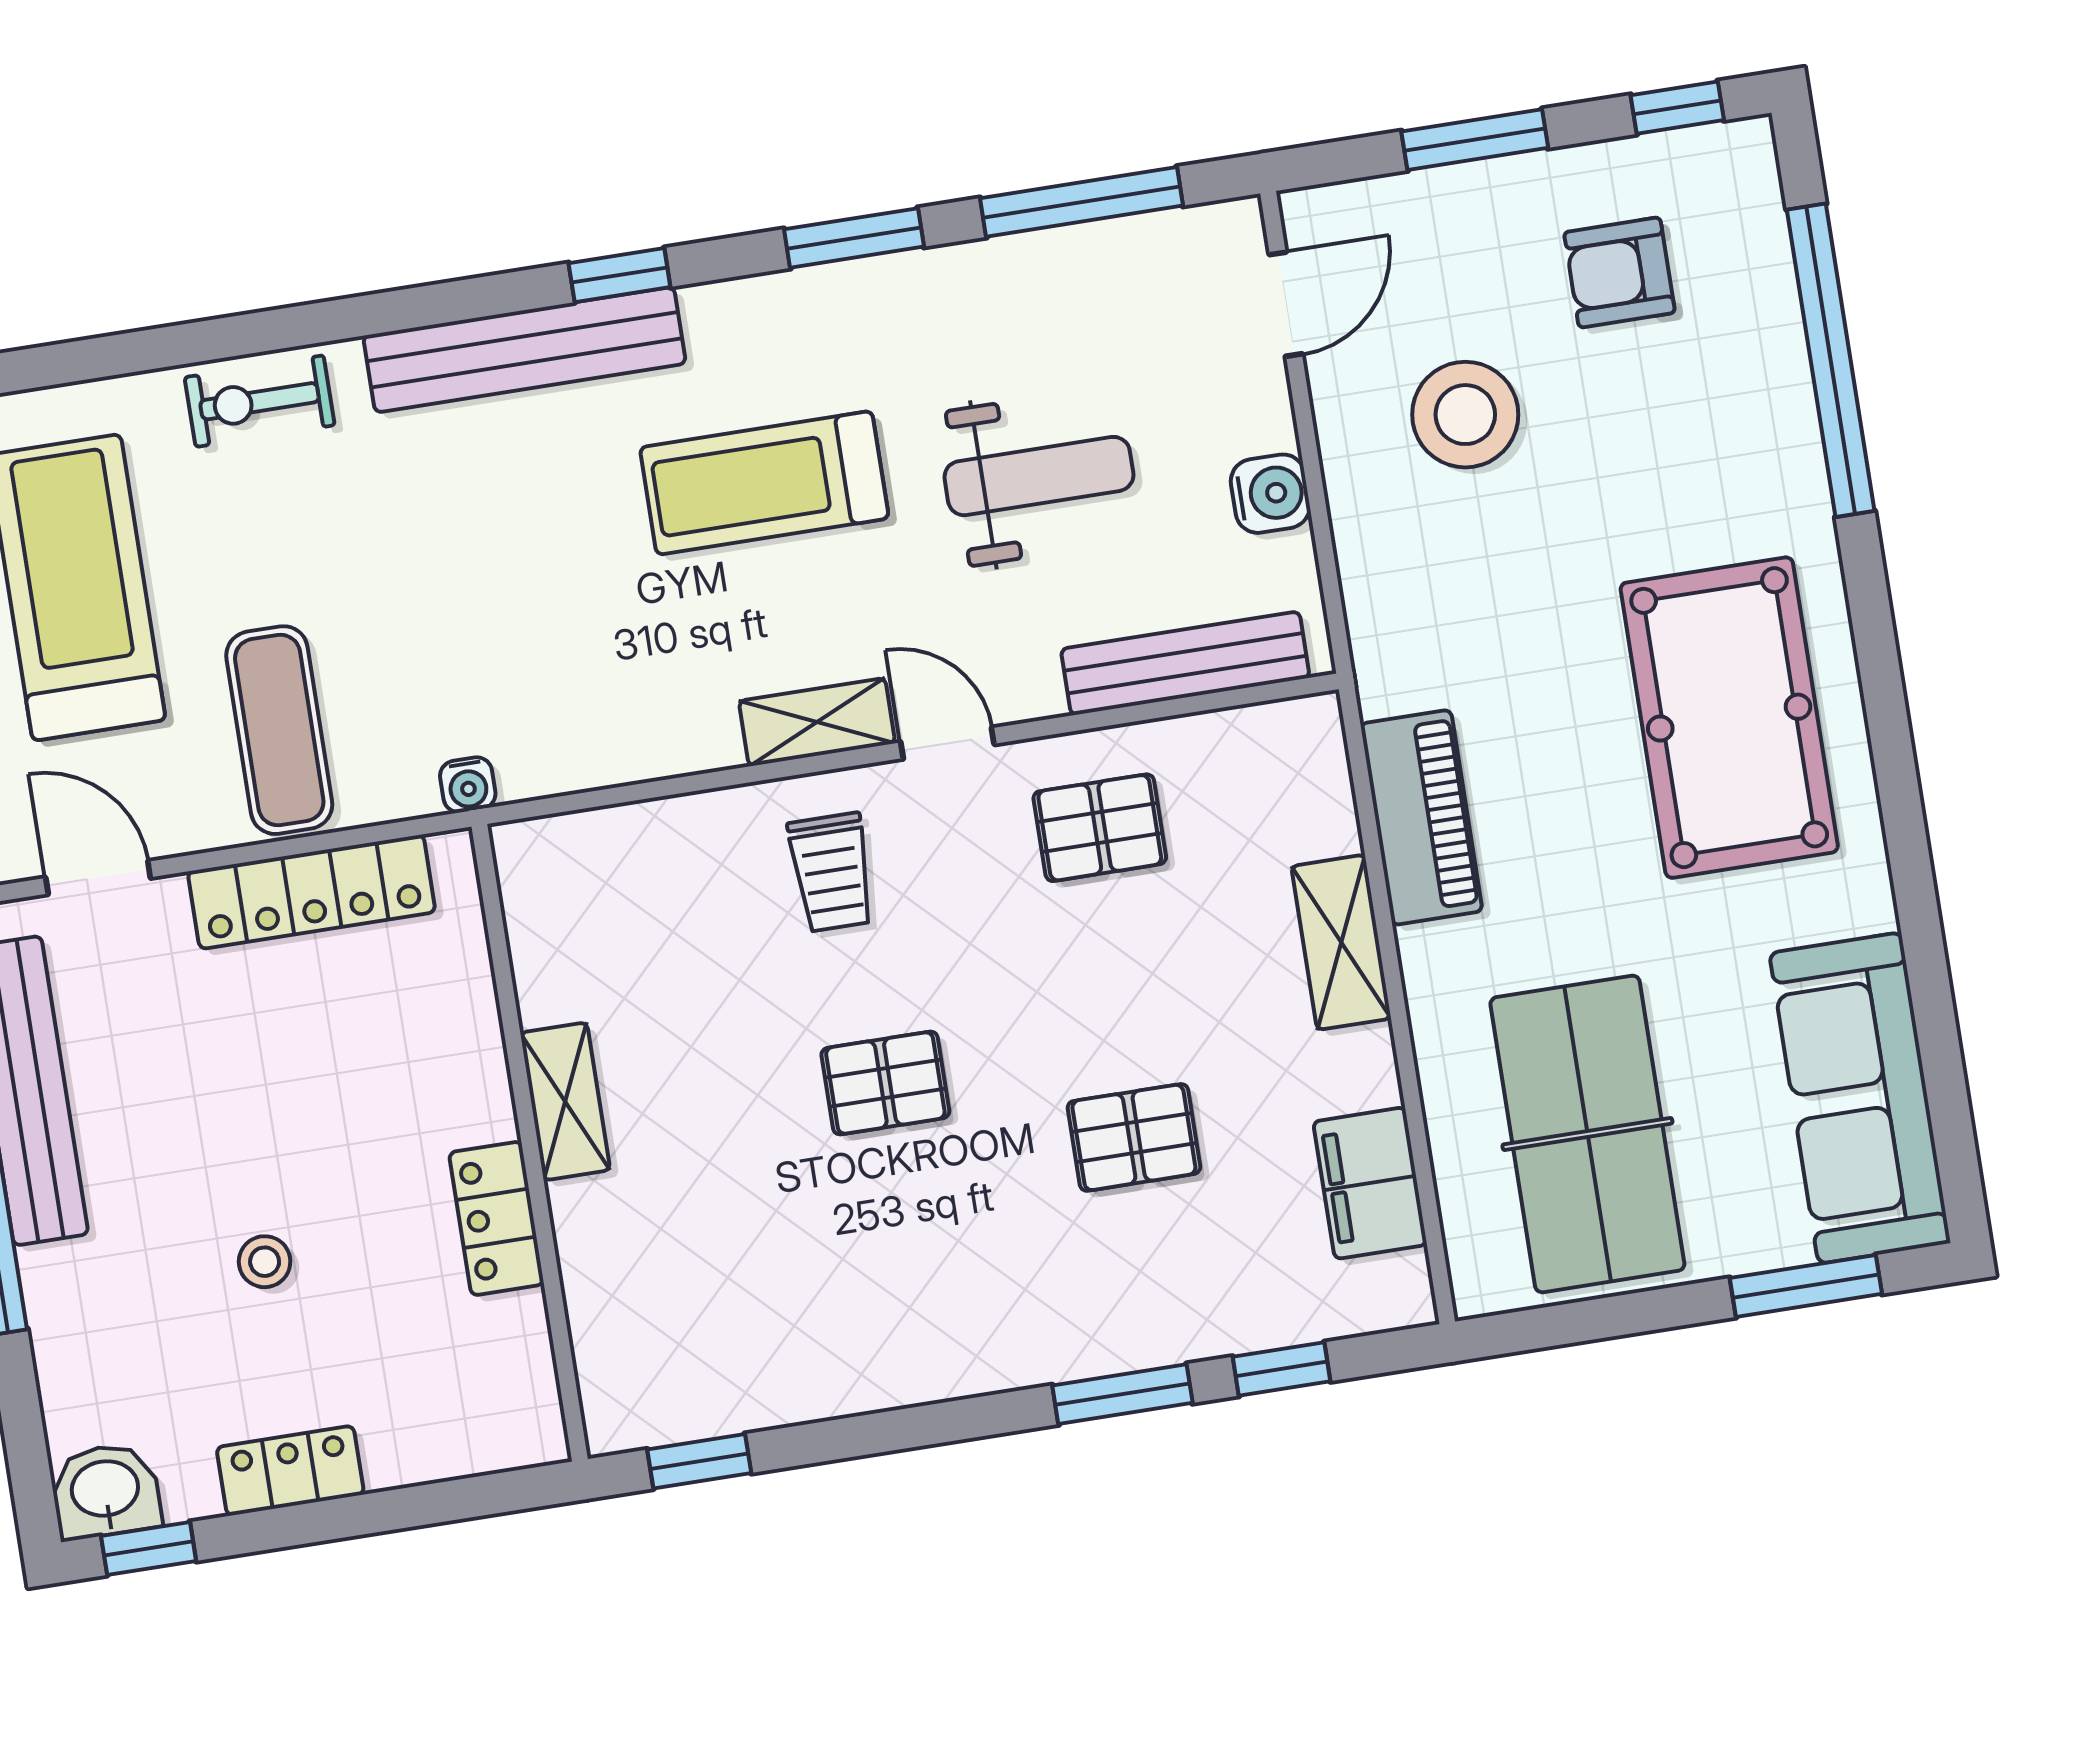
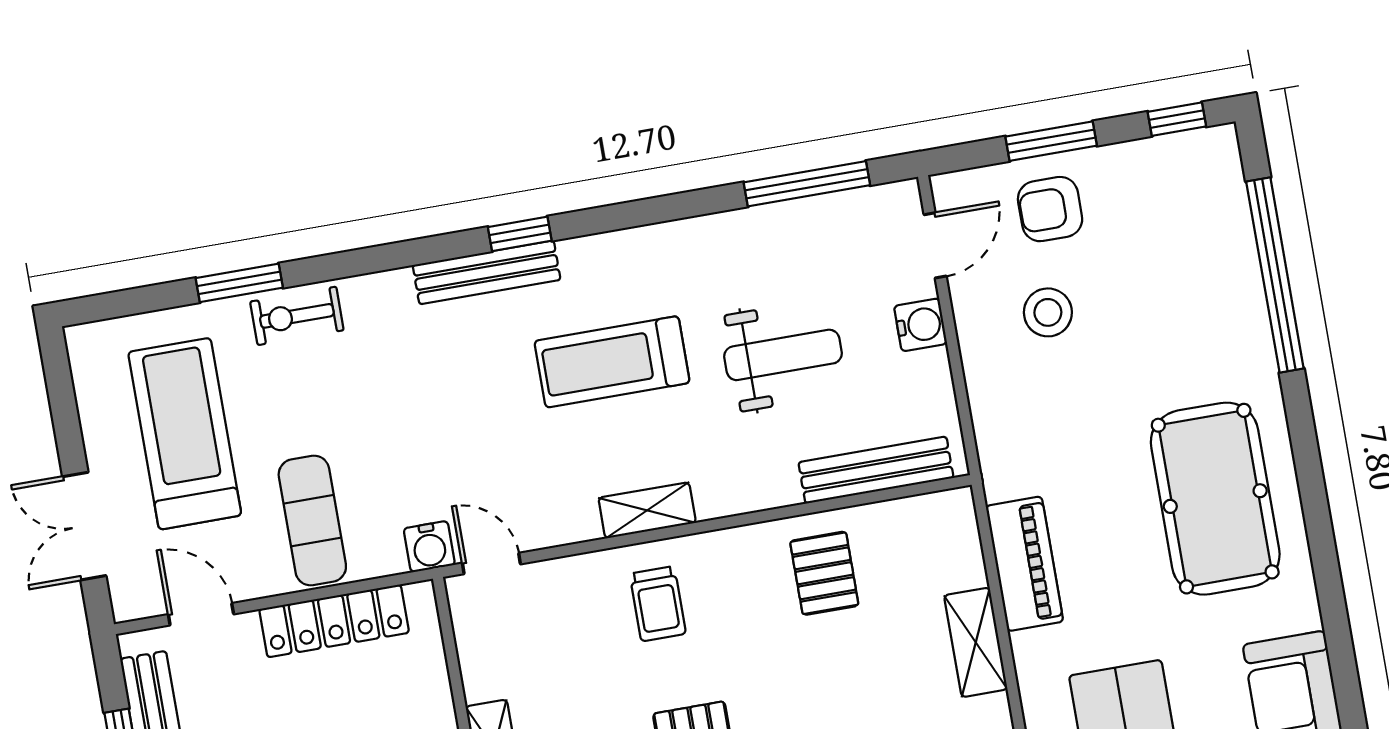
window: (854, 238) -> (239, 283), moved
armchair: (1619, 272) -> (1050, 209), moved
bench: (524, 350) -> (487, 272), width x0.73, depth x0.82
stool: (1465, 415) -> (1048, 312), width x0.73, depth x0.73
water cooler: (1270, 494) -> (920, 325), moved
door: (947, 743) -> (491, 564), moved
water cooler: (468, 785) -> (429, 547), width x1.38, depth x1.38
pallet: (1100, 828) -> (824, 573), turned 90

